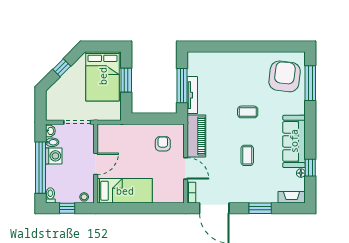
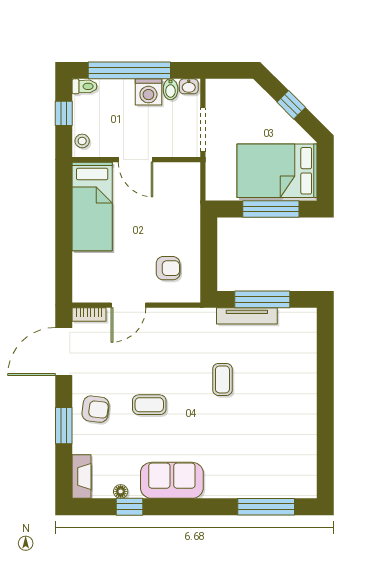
armchair: (285, 76) -> (95, 409), moved, width x0.53, depth x0.53
window: (126, 80) -> (271, 209), width x1.44
coffee table: (248, 112) -> (222, 379), moved
piano: (196, 136) -> (181, 323), removed
sofa: (294, 141) -> (172, 480), width x0.73

